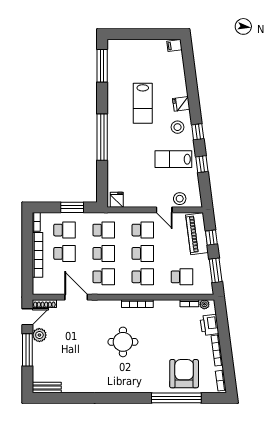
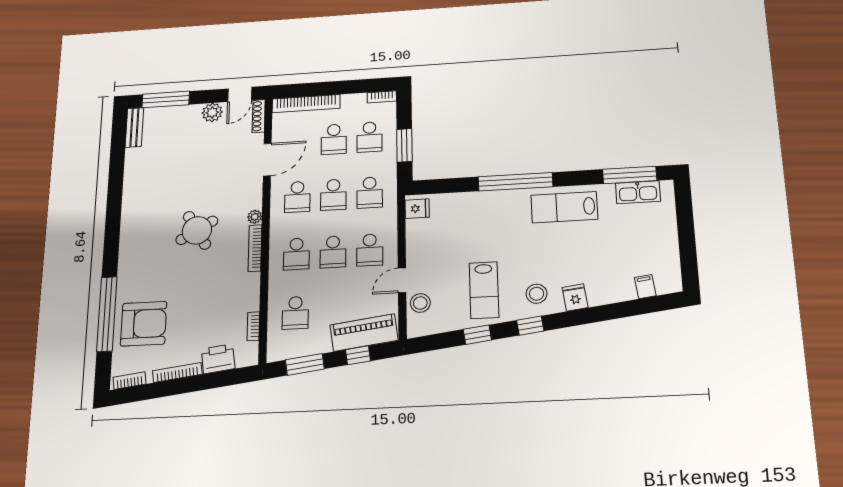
filing cabinet: (174, 46) -> (645, 287), moved
kitchen sink: (114, 61) -> (638, 192), added
lab bench: (143, 103) -> (564, 207), moved
lab bench: (173, 159) -> (484, 290), turned 180
bookcase: (38, 255) -> (306, 104), moved
plant: (204, 304) -> (255, 217), moved
door: (27, 317) -> (240, 94), hinge flipped
round table: (123, 342) -> (197, 230), turned -30
window: (27, 350) -> (166, 99), moved

